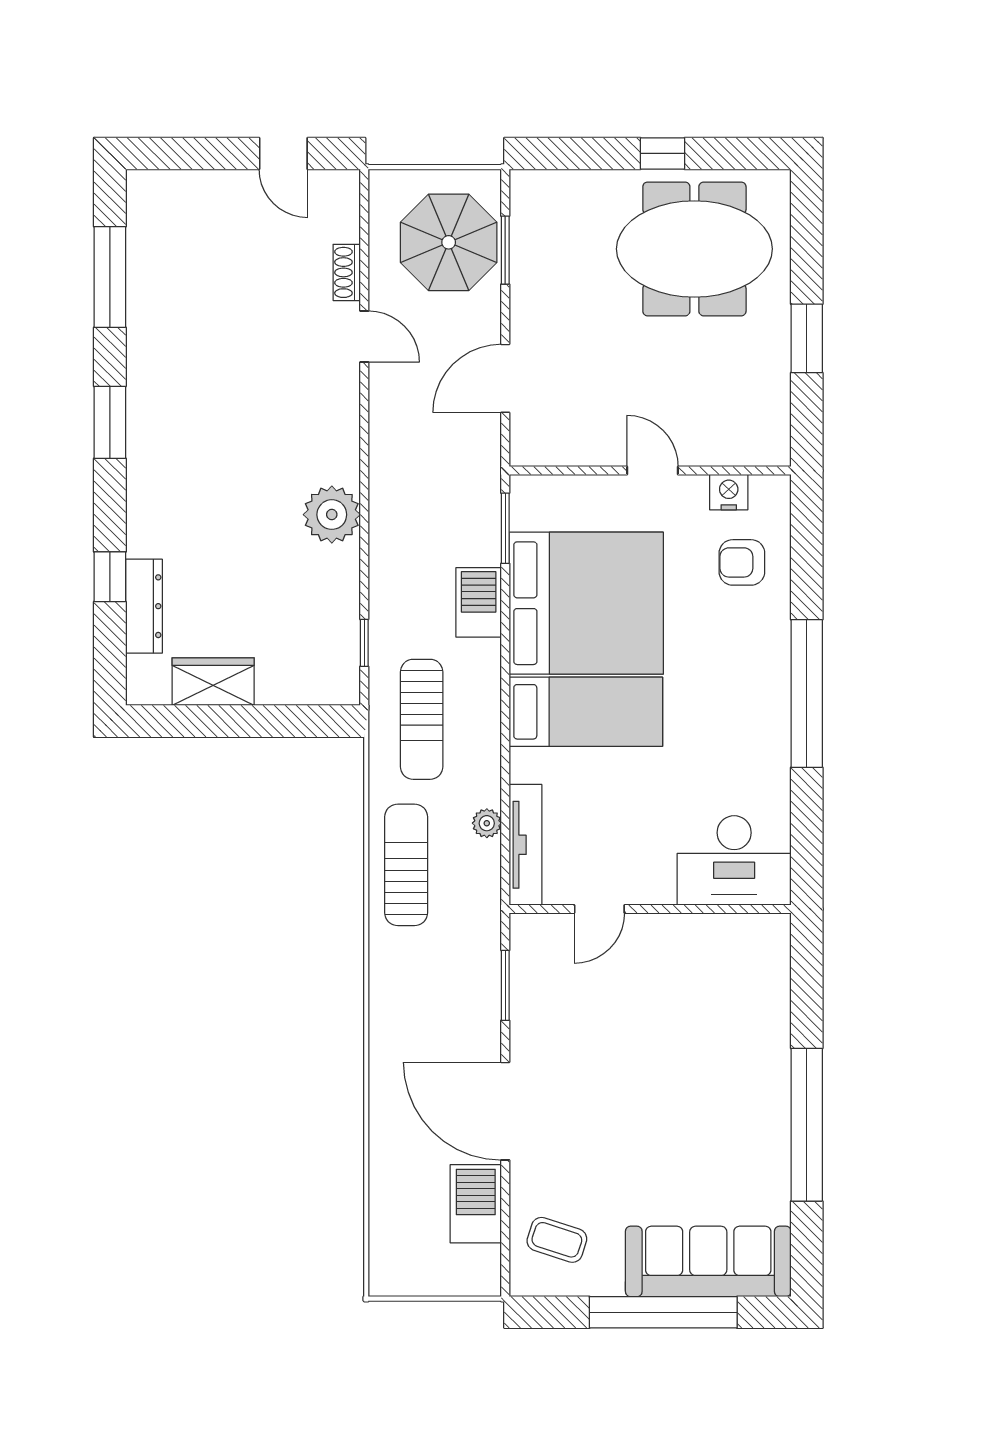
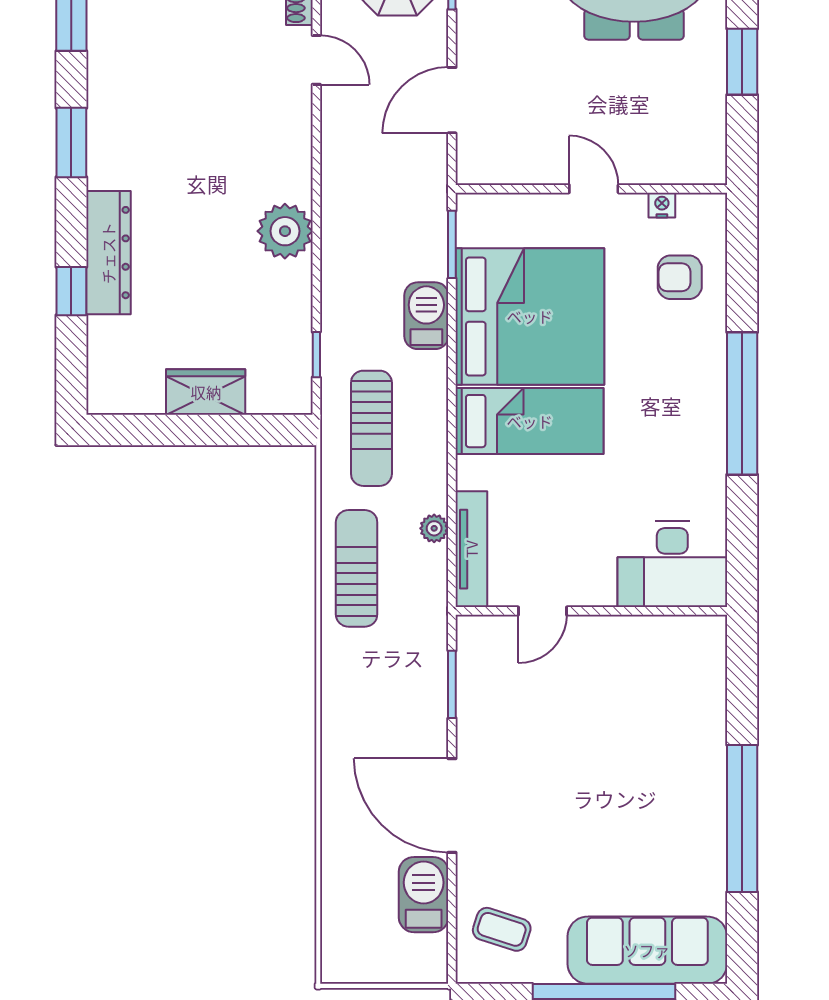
nightstand: (729, 492) -> (662, 205), width x0.72, depth x0.74
dresser: (144, 606) -> (108, 253), moved, width x1.37, depth x1.24
wardrobe: (213, 682) -> (206, 392), moved

